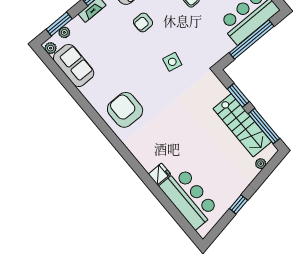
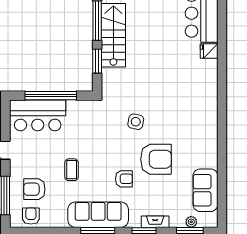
plant: (51, 48) -> (212, 219), removed
side table: (172, 62) -> (136, 122), moved
armchair: (125, 110) -> (156, 159), moved, turned -90

